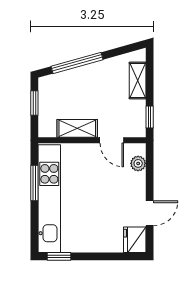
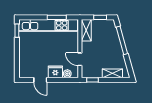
shelving: (77, 128) -> (86, 30), moved
door: (112, 140) -> (80, 59), hinge flipped
fridge: (135, 240) -> (55, 72), moved

